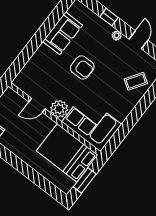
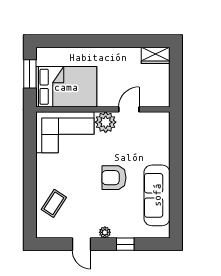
sofa: (63, 33) -> (157, 195), width x1.36

